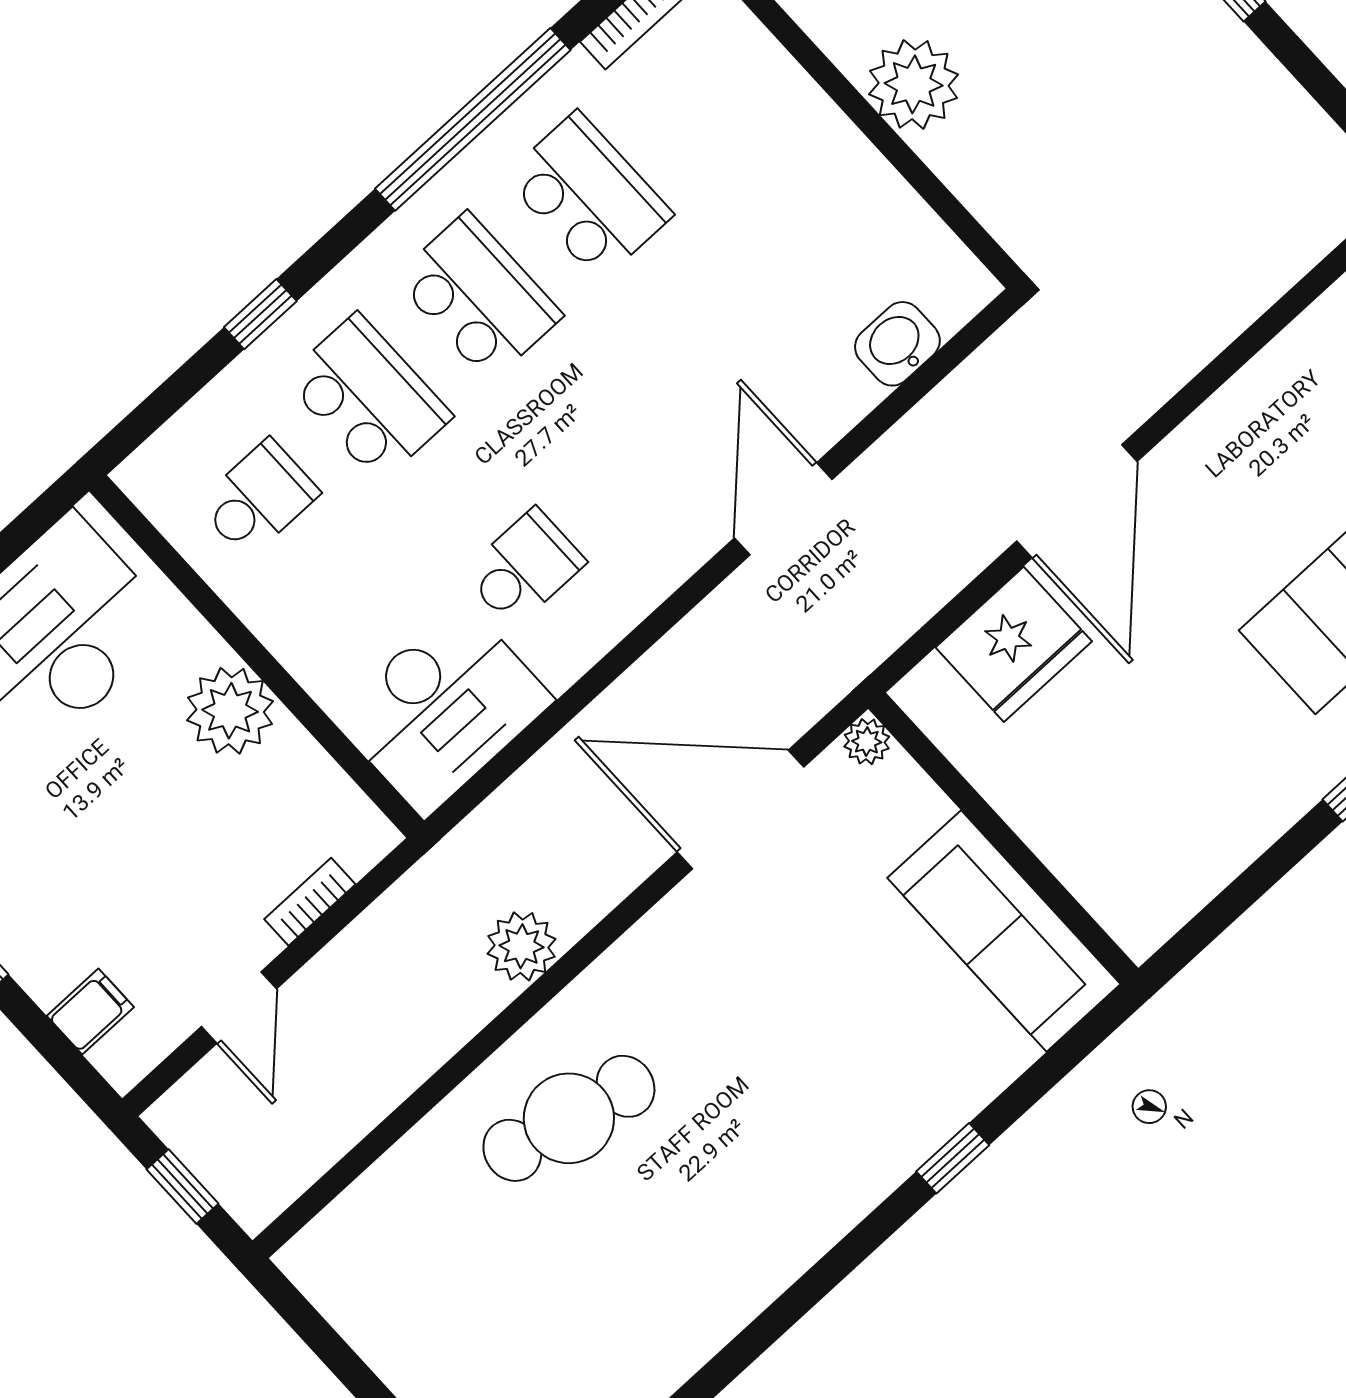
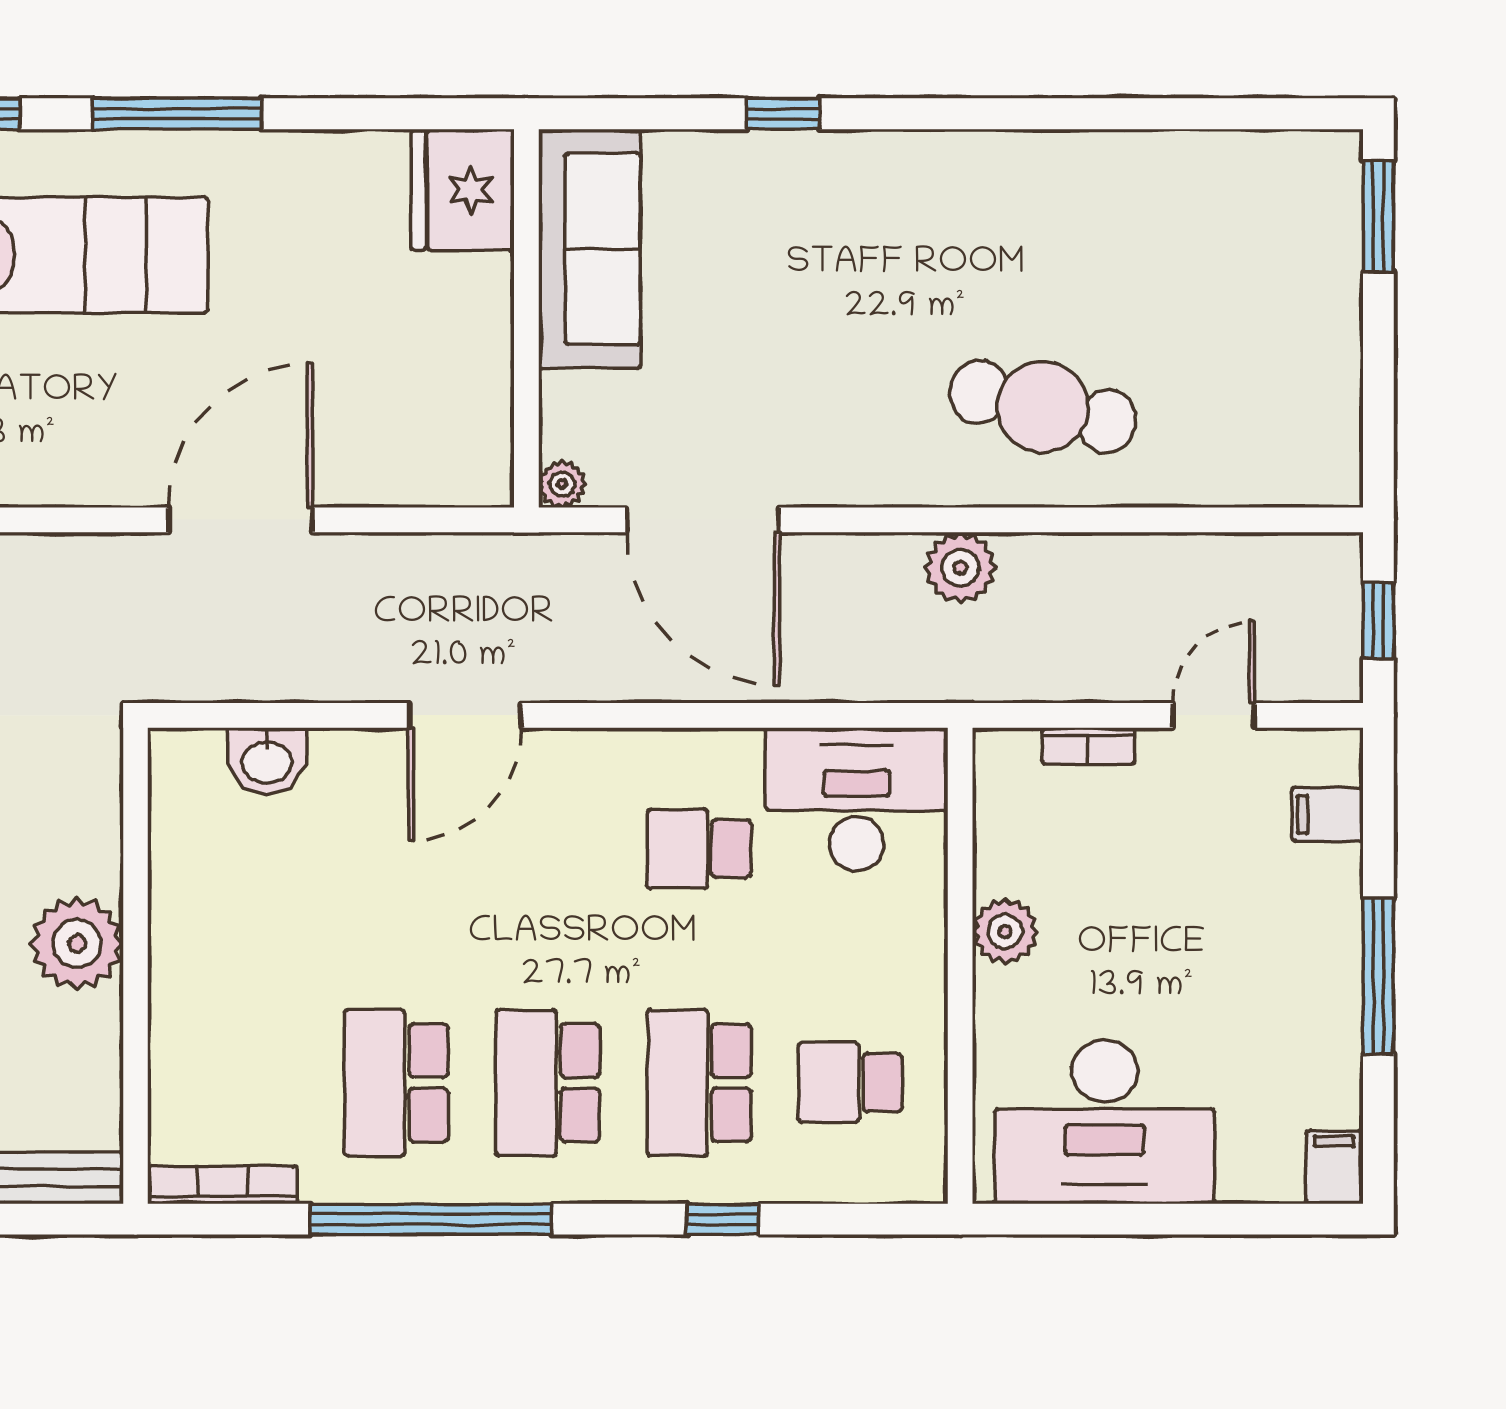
fridge: (1014, 644) -> (463, 190), moved, turned -90
plant: (230, 711) -> (1005, 931), width x0.73, depth x0.73

